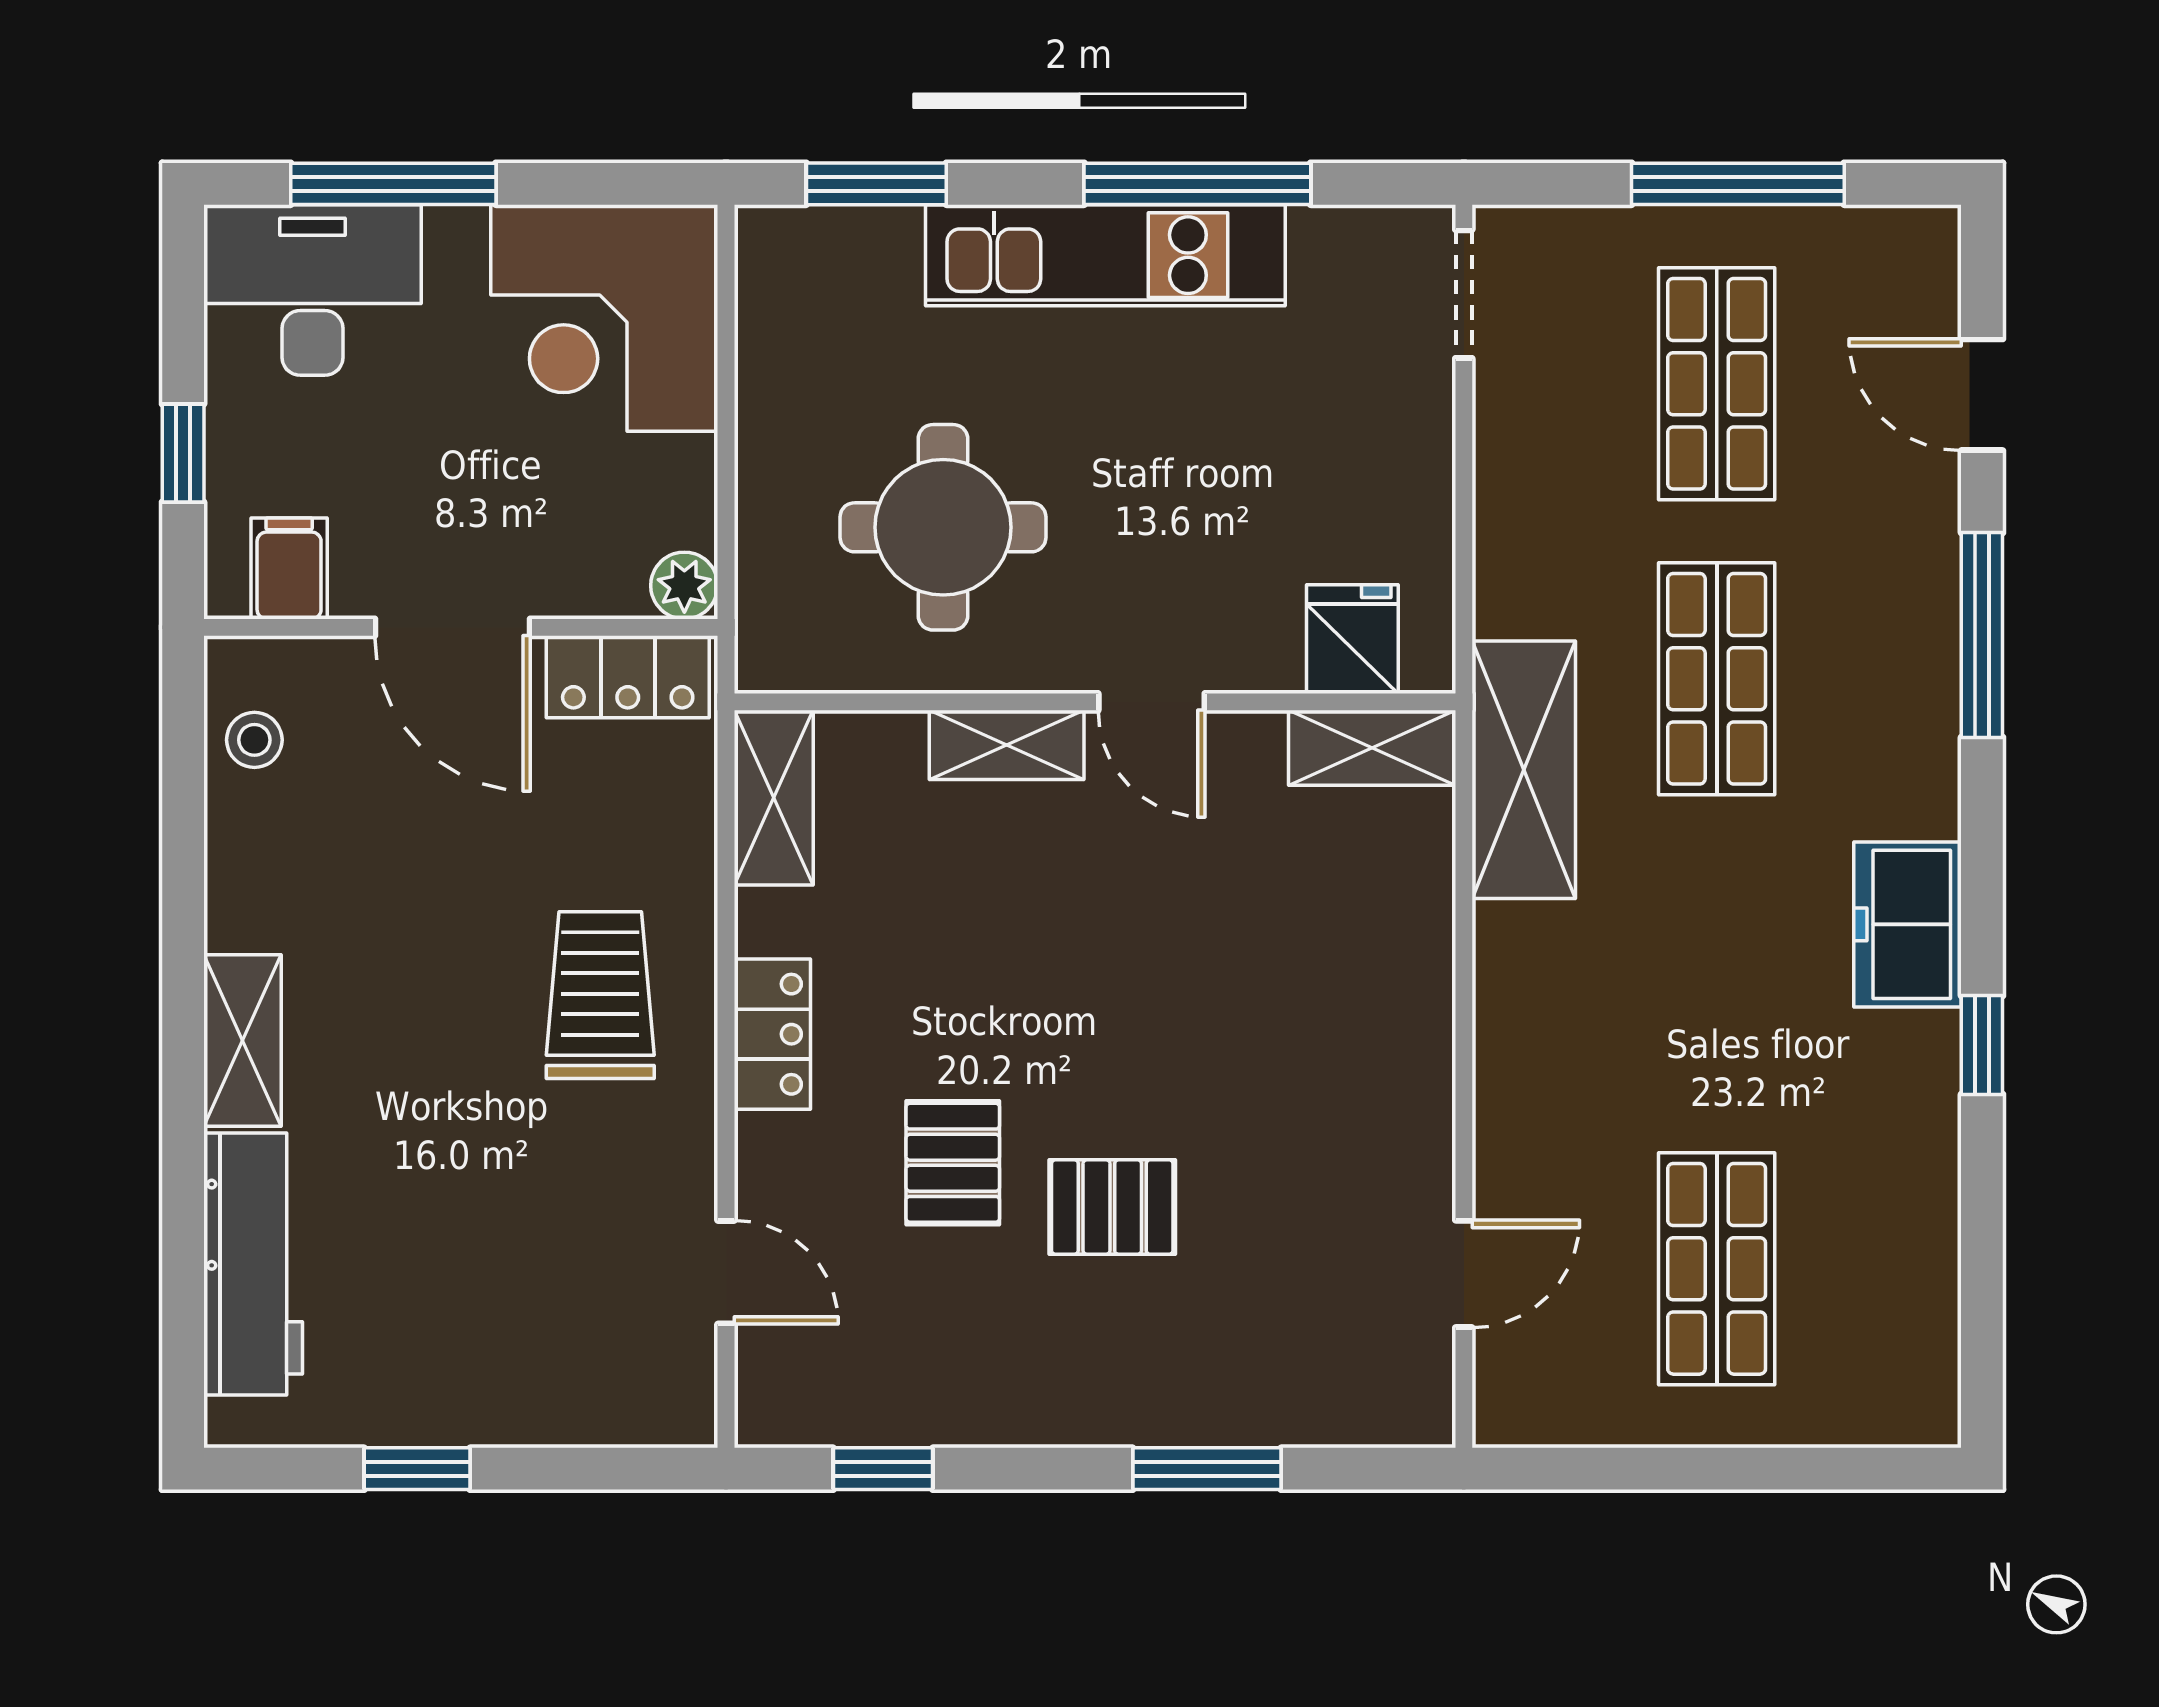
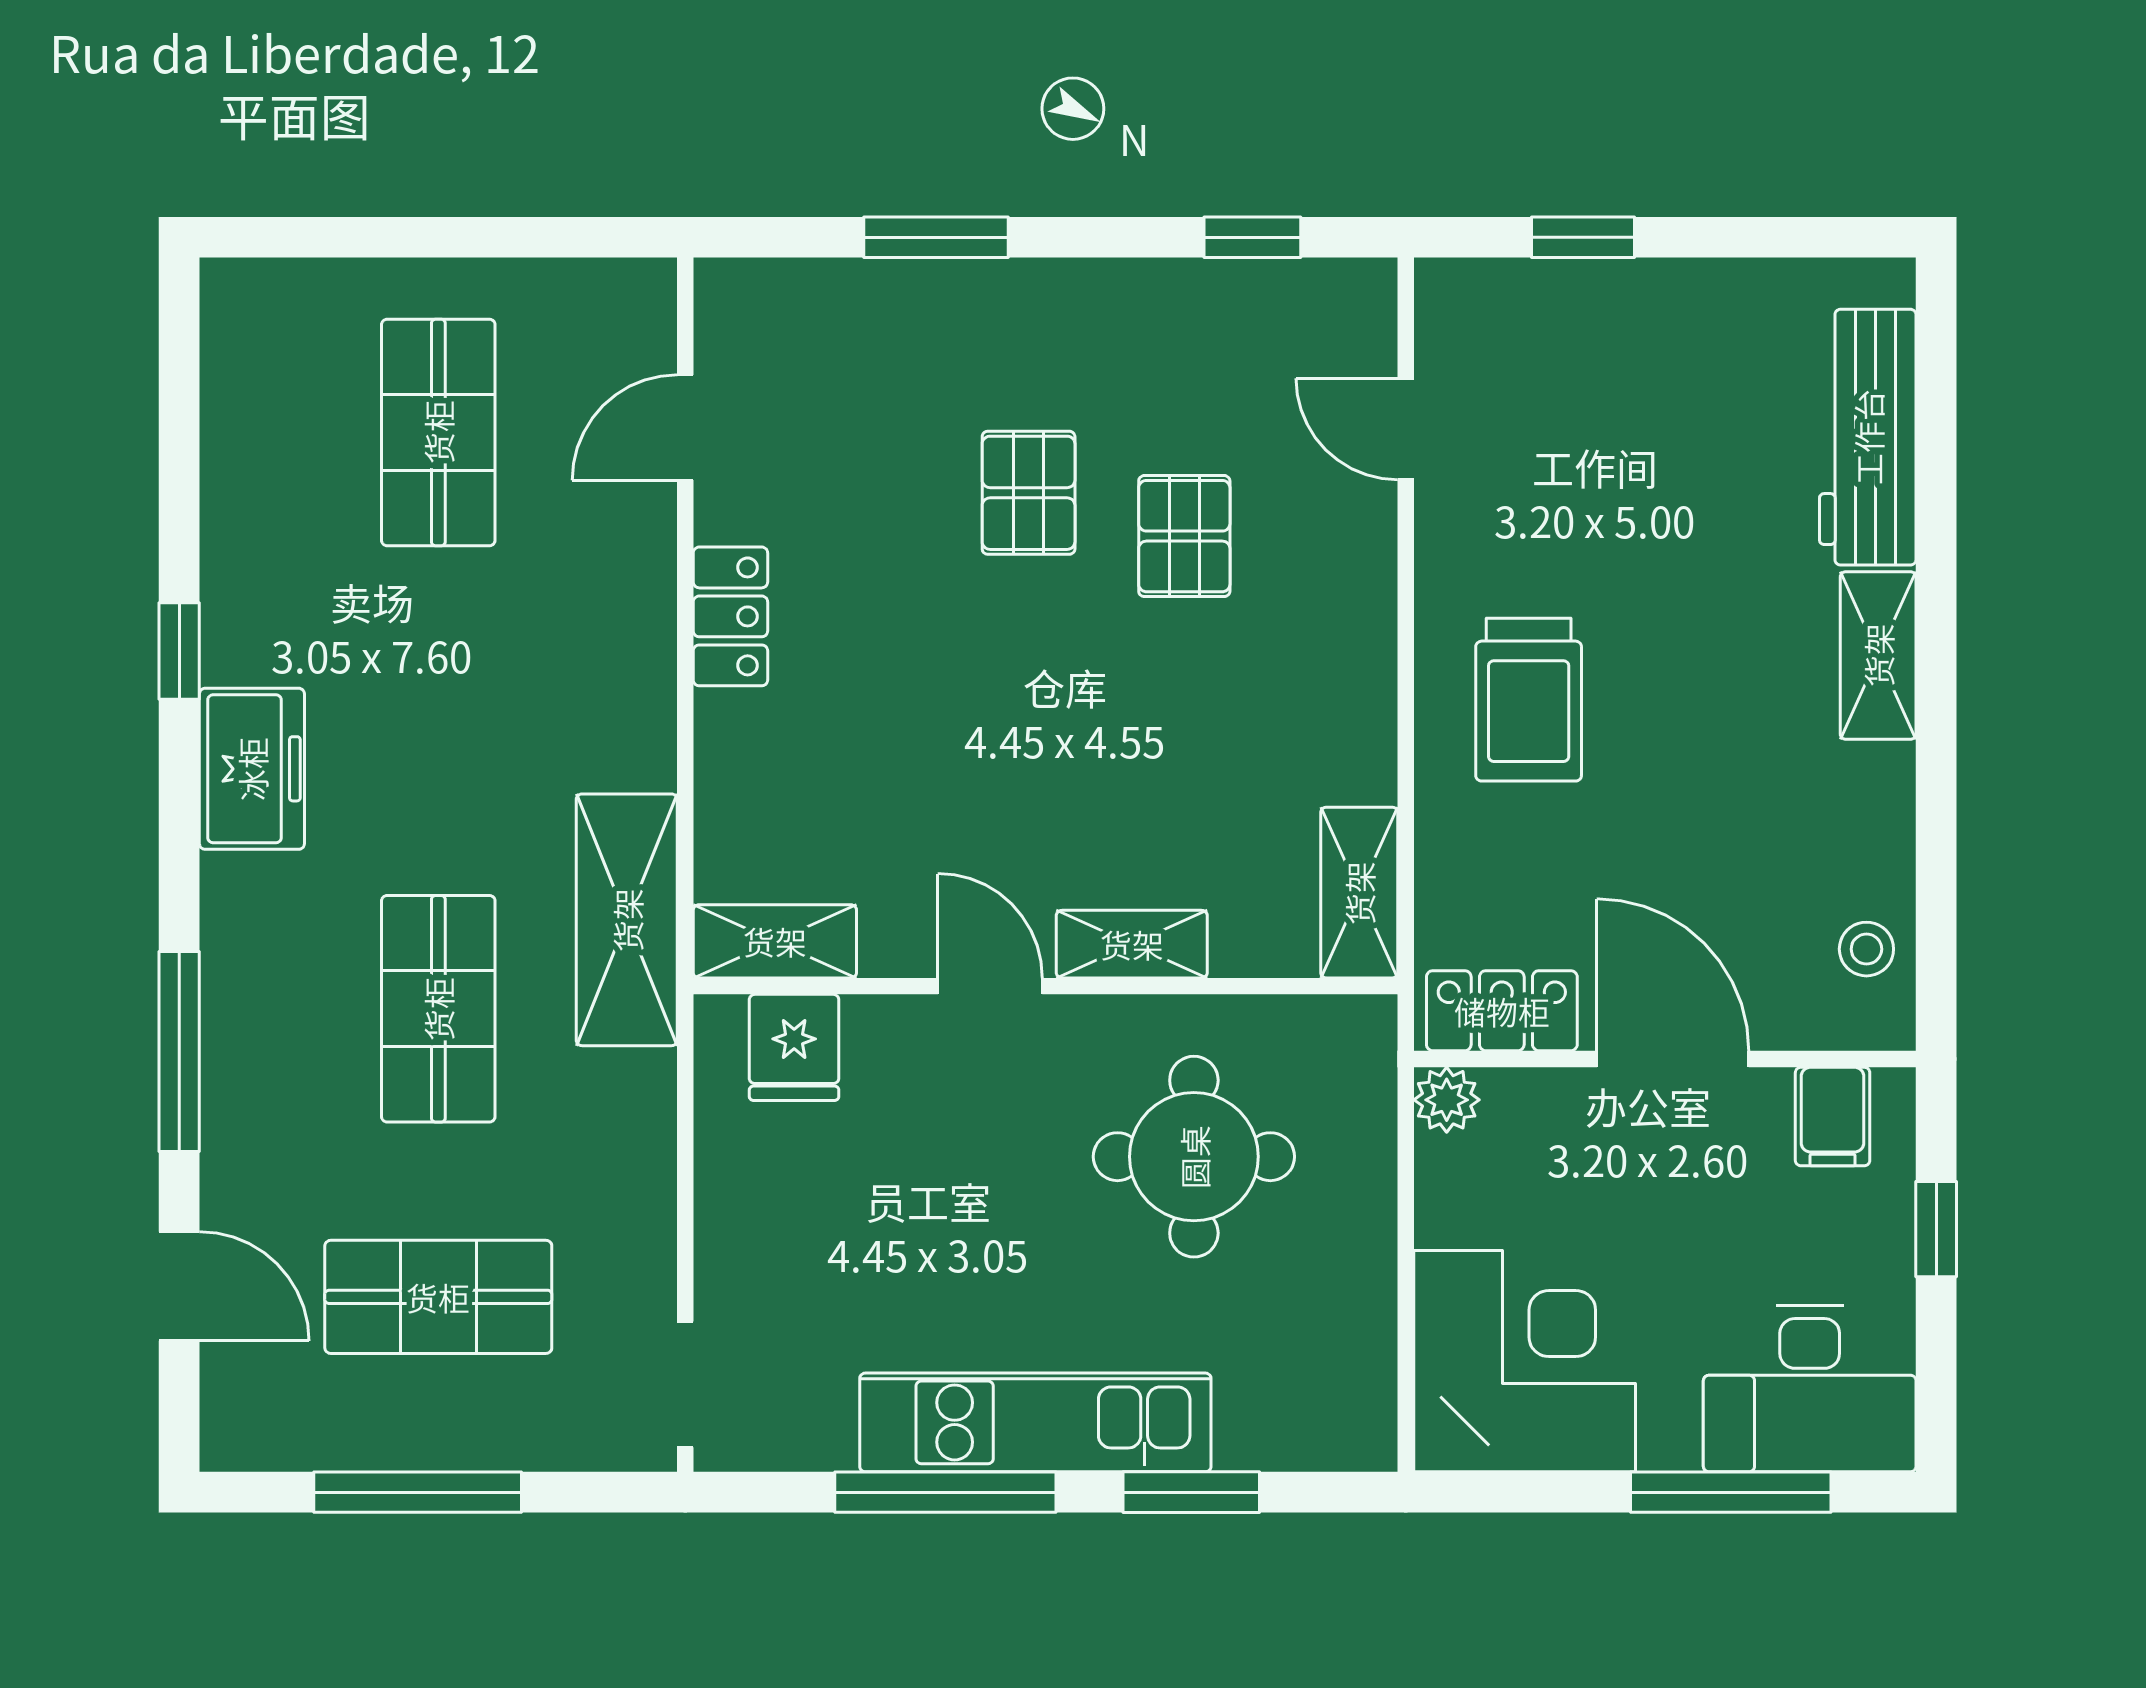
window: (876, 184) -> (1191, 1492), moved
shop shelf: (1717, 384) -> (438, 1297), turned 90
locker: (772, 1034) -> (730, 616), moved, turned 180
pallet: (1112, 1207) -> (1029, 493), turned 90
window: (417, 1469) -> (1583, 237), moved

